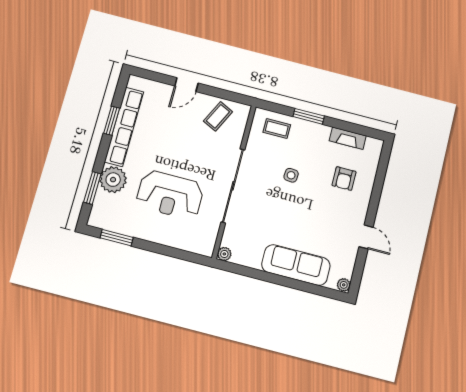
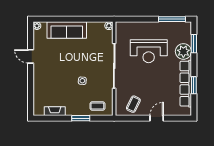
armchair: (344, 179) -> (51, 87), removed
reception desk: (170, 195) -> (149, 51), turned 180
window: (117, 238) -> (172, 19), width x1.44

